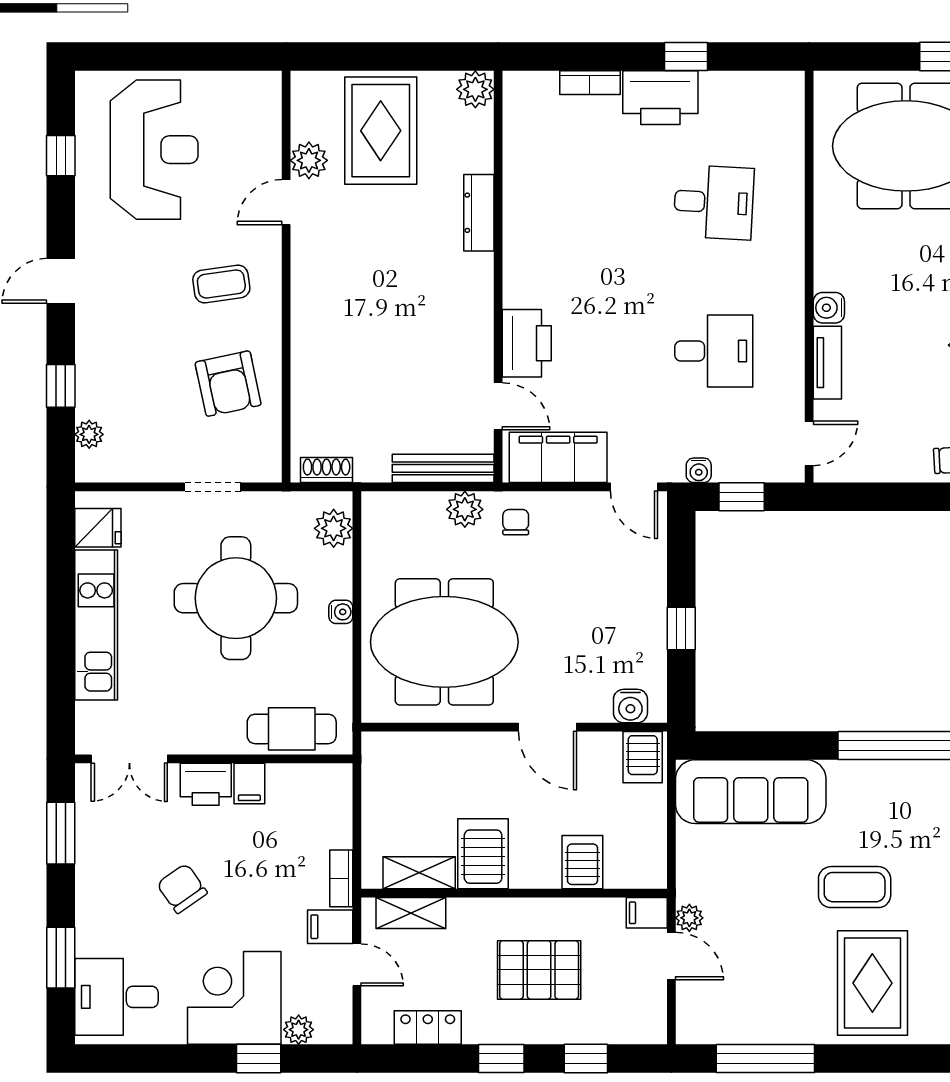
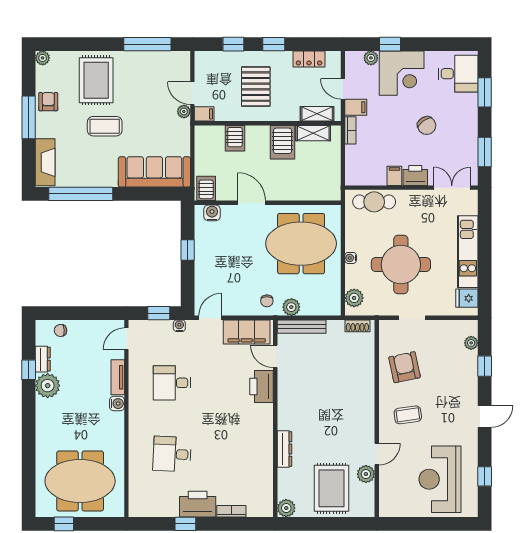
door: (634, 487) -> (210, 318), hinge flipped
pallet: (539, 970) -> (256, 87), turned 90

